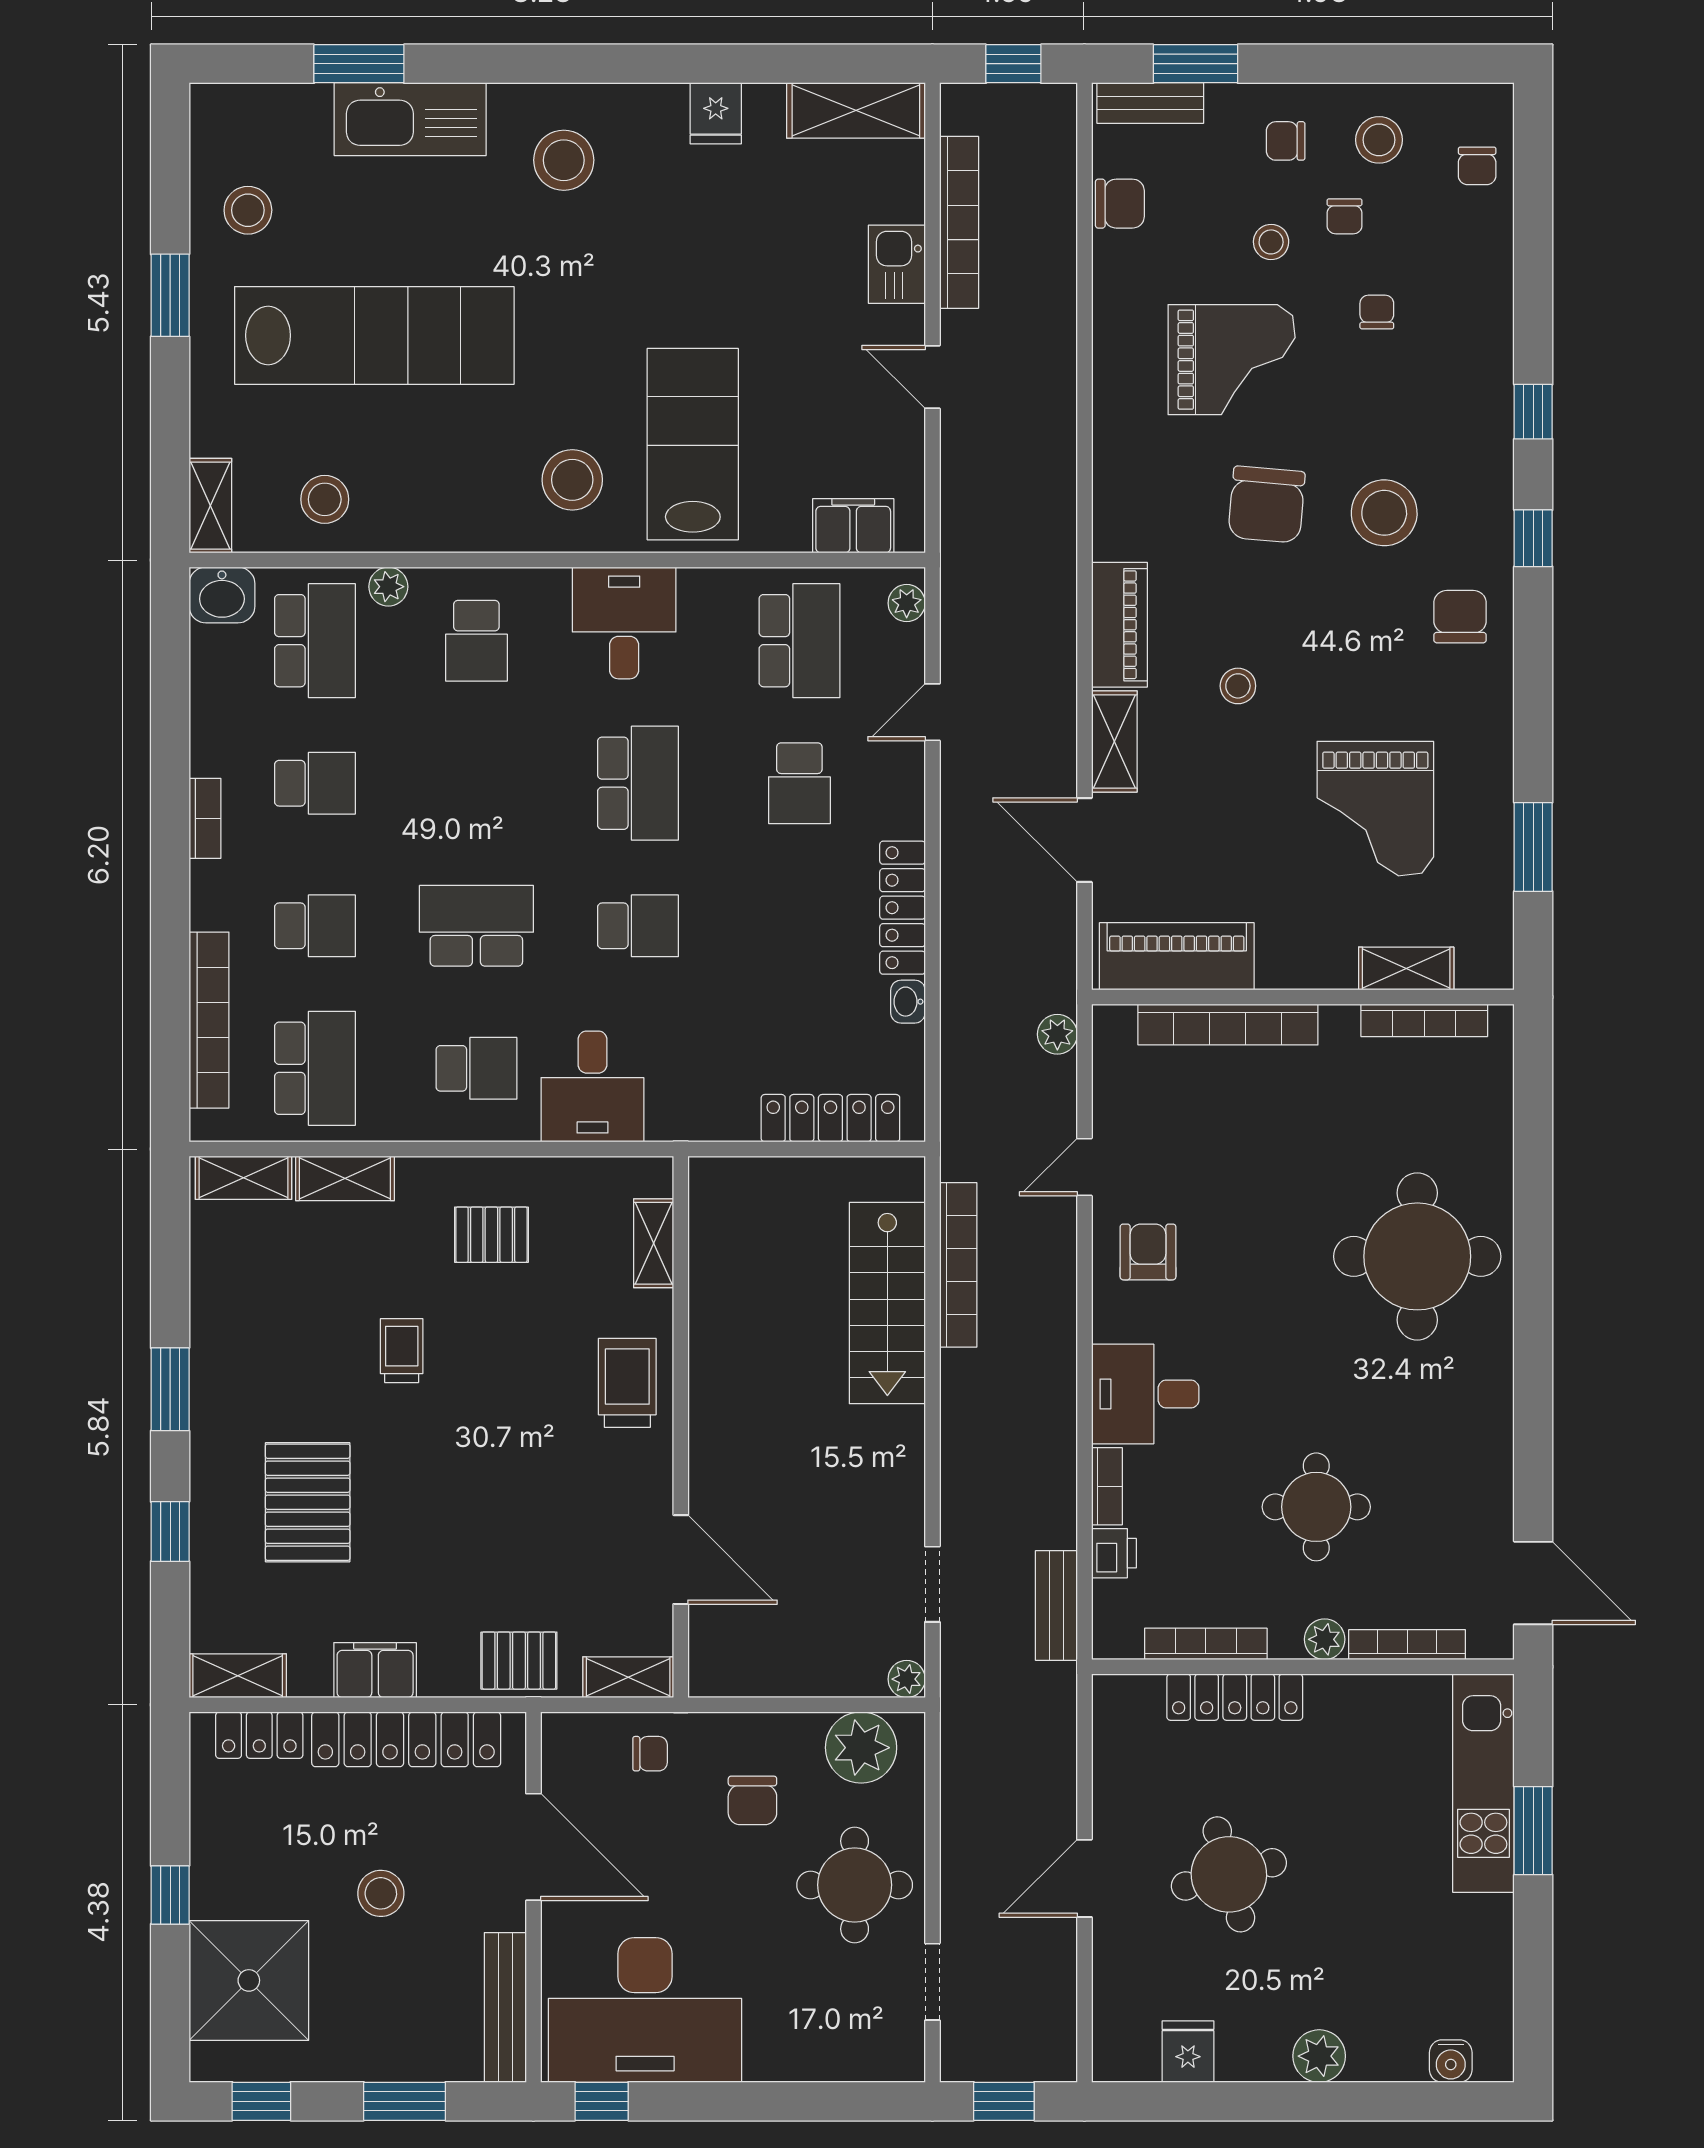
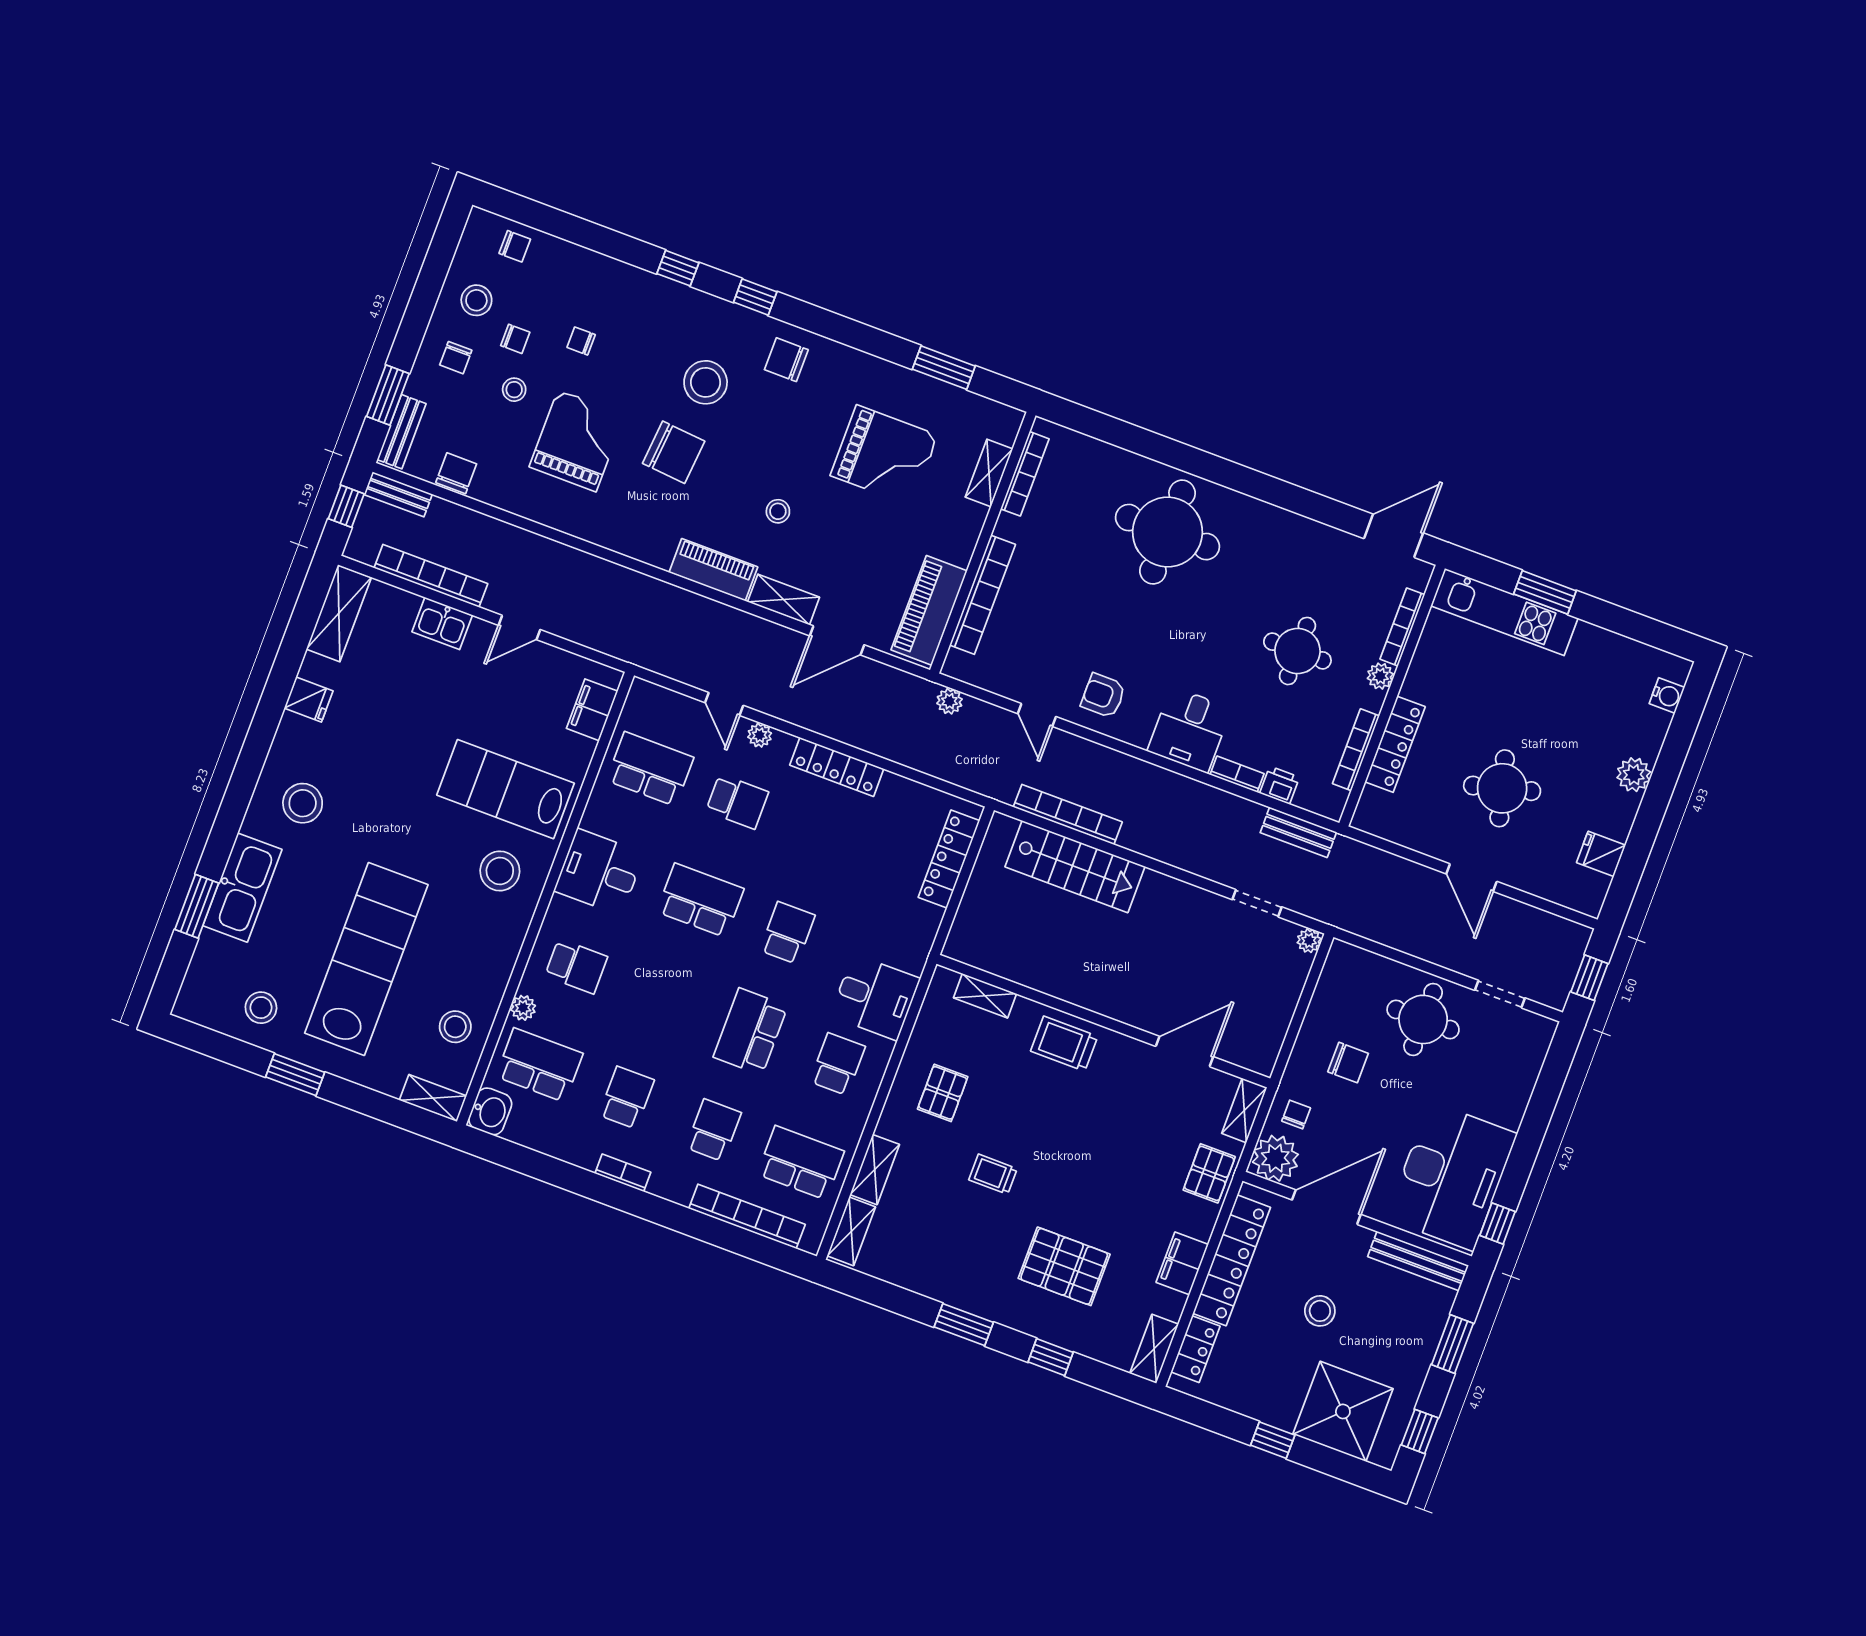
bench: (1059, 132) -> (398, 494), added
plant: (907, 603) -> (760, 735), moved
washbasin: (908, 1002) -> (895, 785), removed
plant: (861, 1748) -> (1275, 1158), moved

